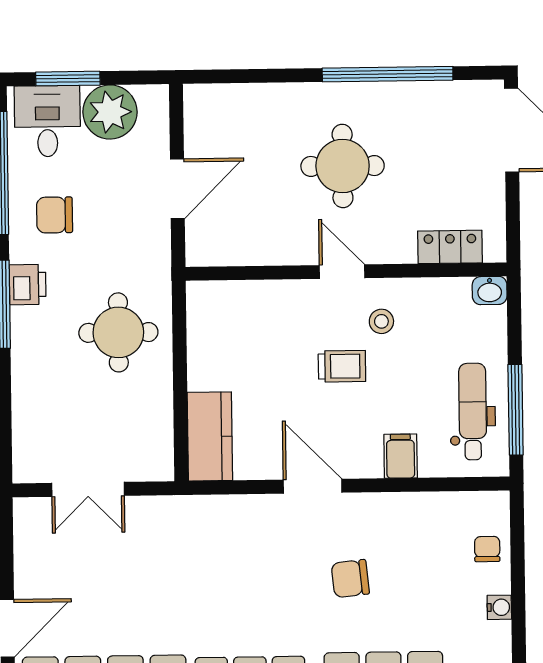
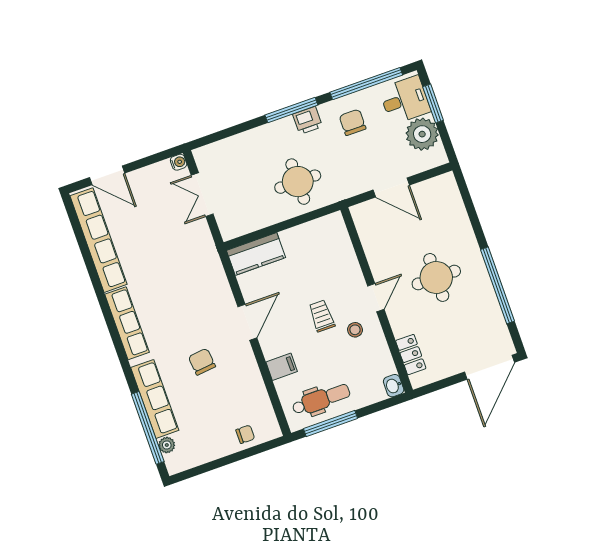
trolley: (342, 366) -> (322, 316), turned 180
water cooler: (499, 607) -> (179, 162), moved, turned -90

